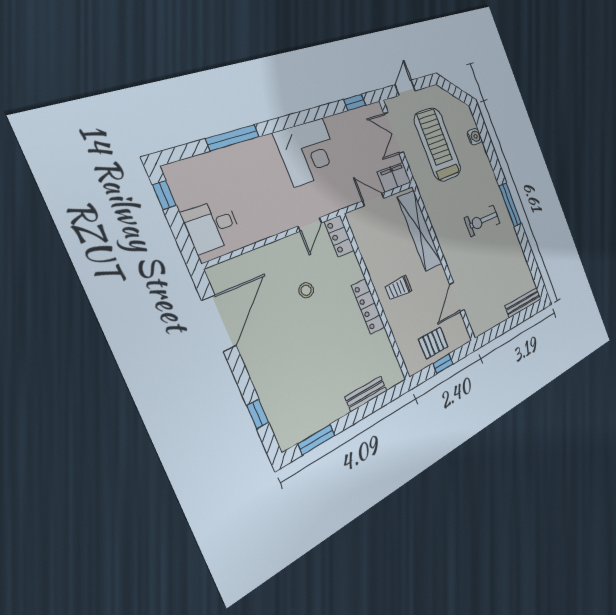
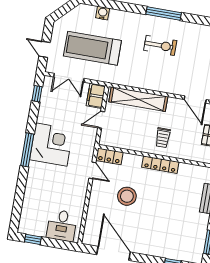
window: (233, 138) -> (27, 150), moved
exercise bike: (482, 221) -> (160, 45), turned -90
stool: (306, 290) -> (127, 196), width x1.89, depth x1.89

